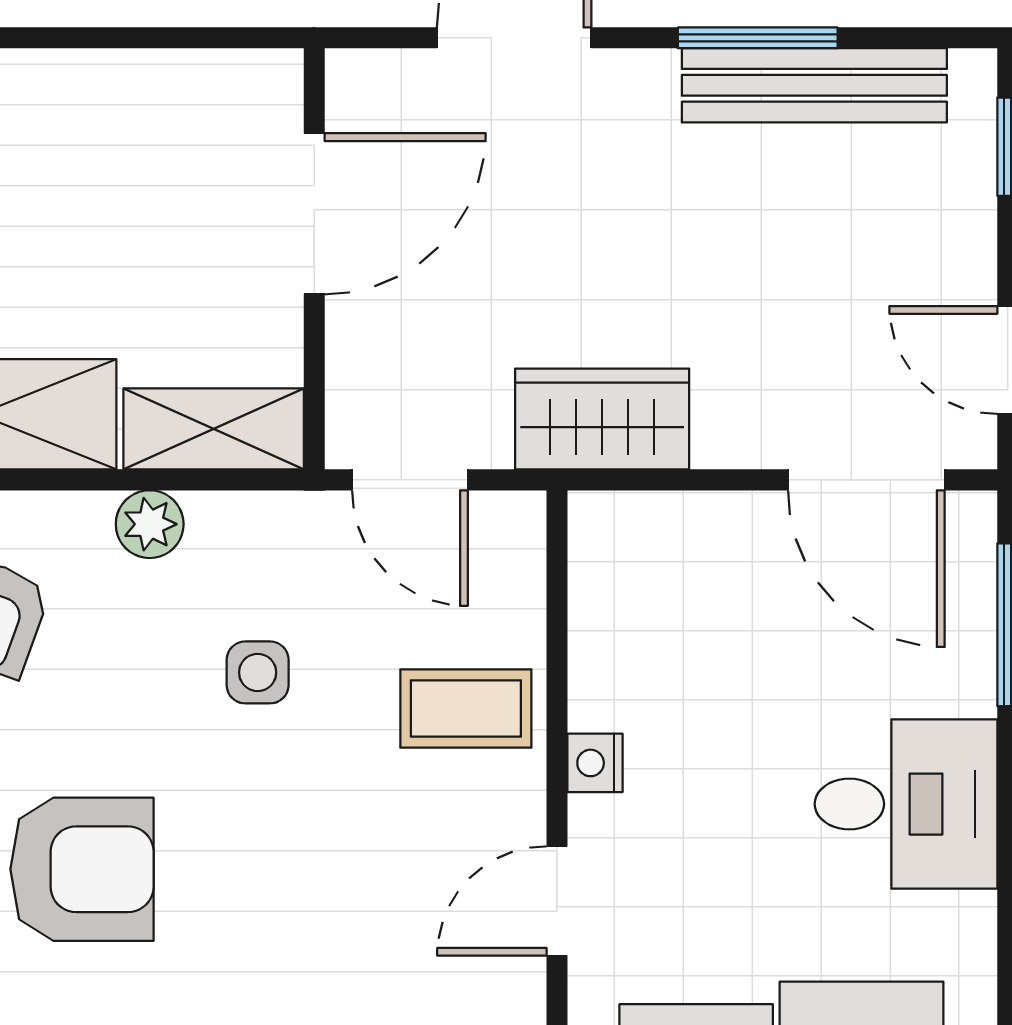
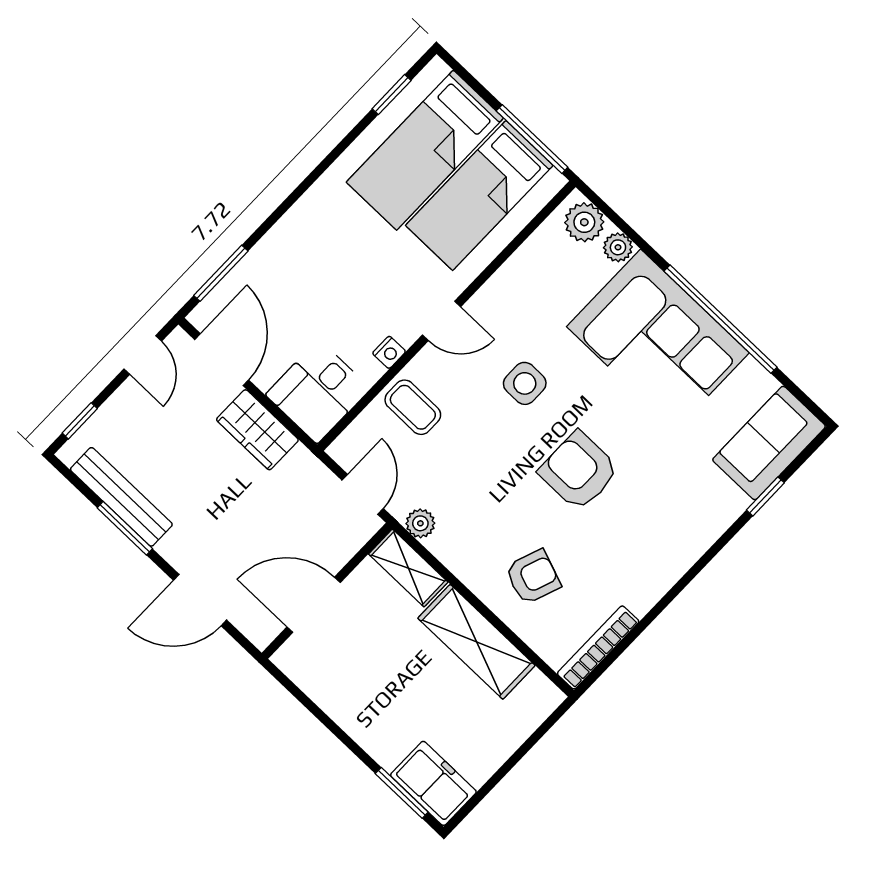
wardrobe: (602, 419) -> (257, 430), moved
plant: (150, 524) -> (420, 523), moved
side table: (258, 672) -> (525, 383), moved, width x1.37, depth x1.37
desk: (906, 804) -> (318, 392), moved, turned -90

